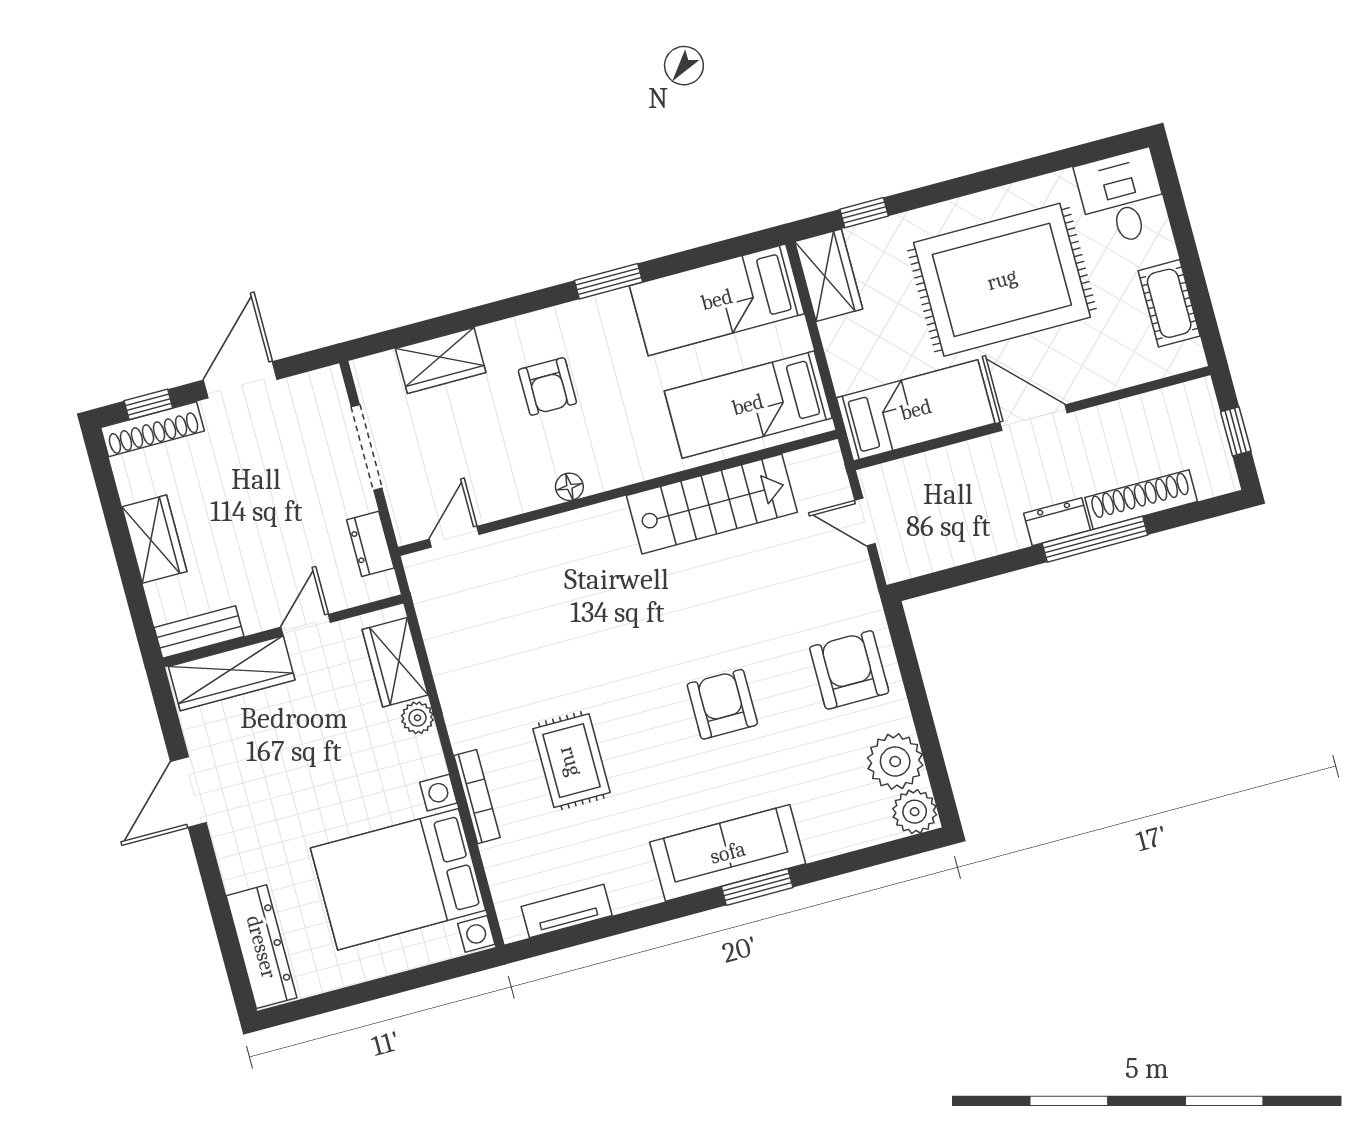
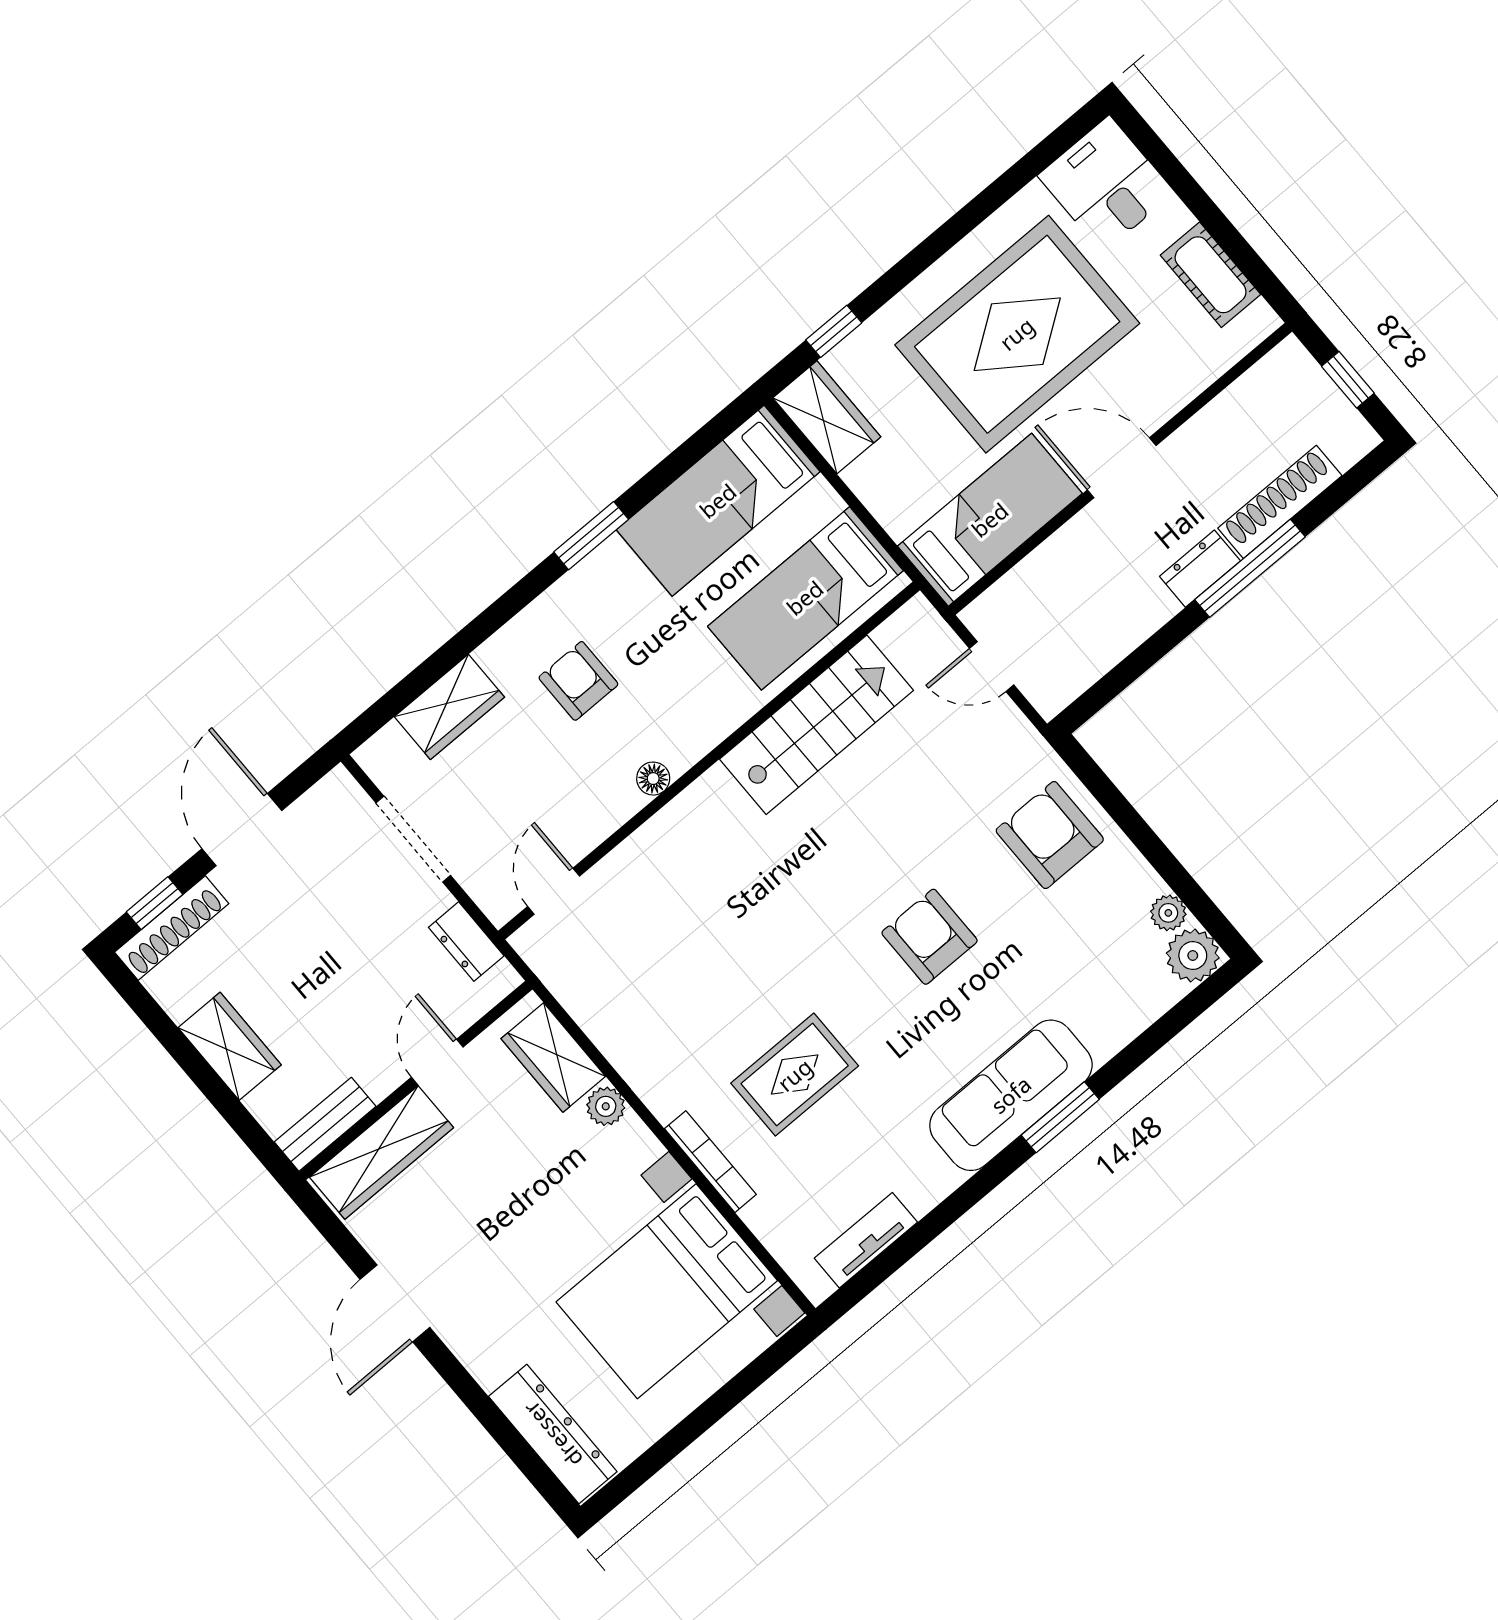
armchair: (547, 387) -> (578, 681), turned 180
rug: (571, 761) -> (795, 1075), turned 90
plant: (895, 761) -> (1168, 913), width x0.53, depth x0.53

